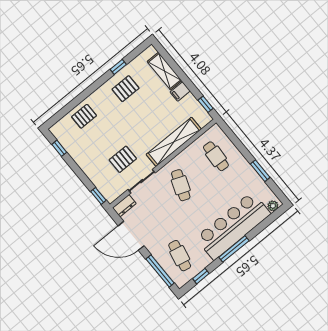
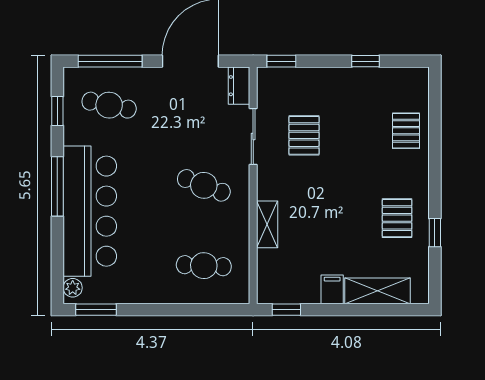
shelving: (174, 142) -> (267, 224), width x0.45, depth x0.75
window: (59, 148) -> (366, 61), moved
window: (260, 171) -> (96, 310), moved

